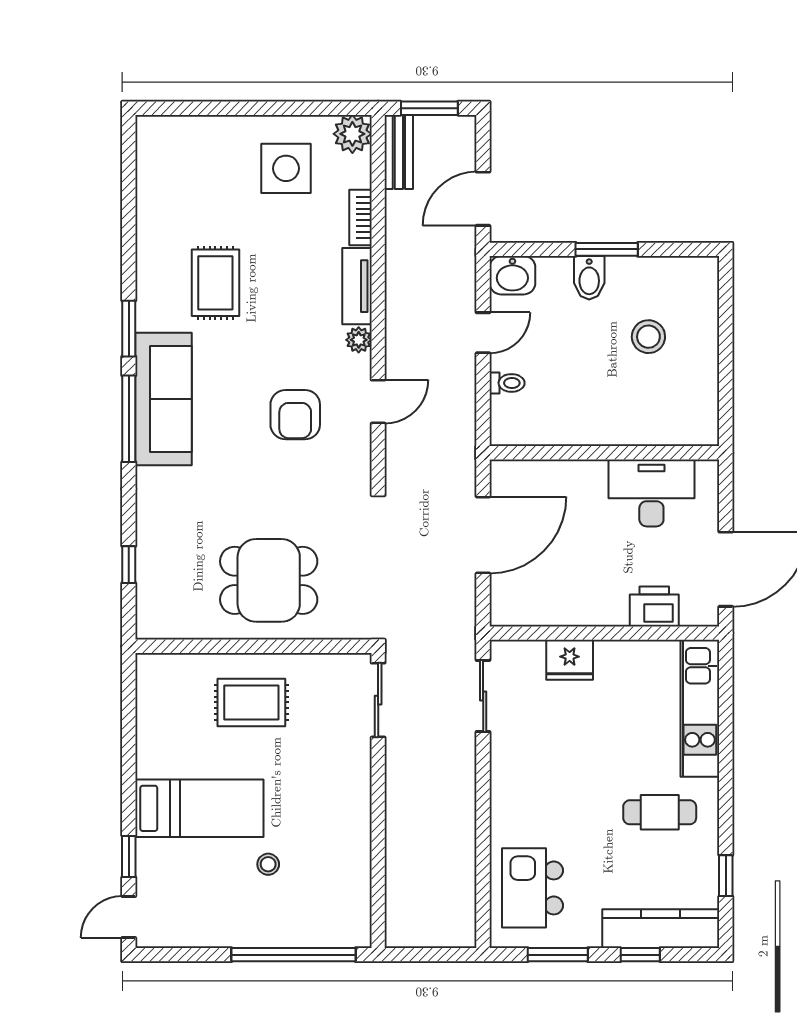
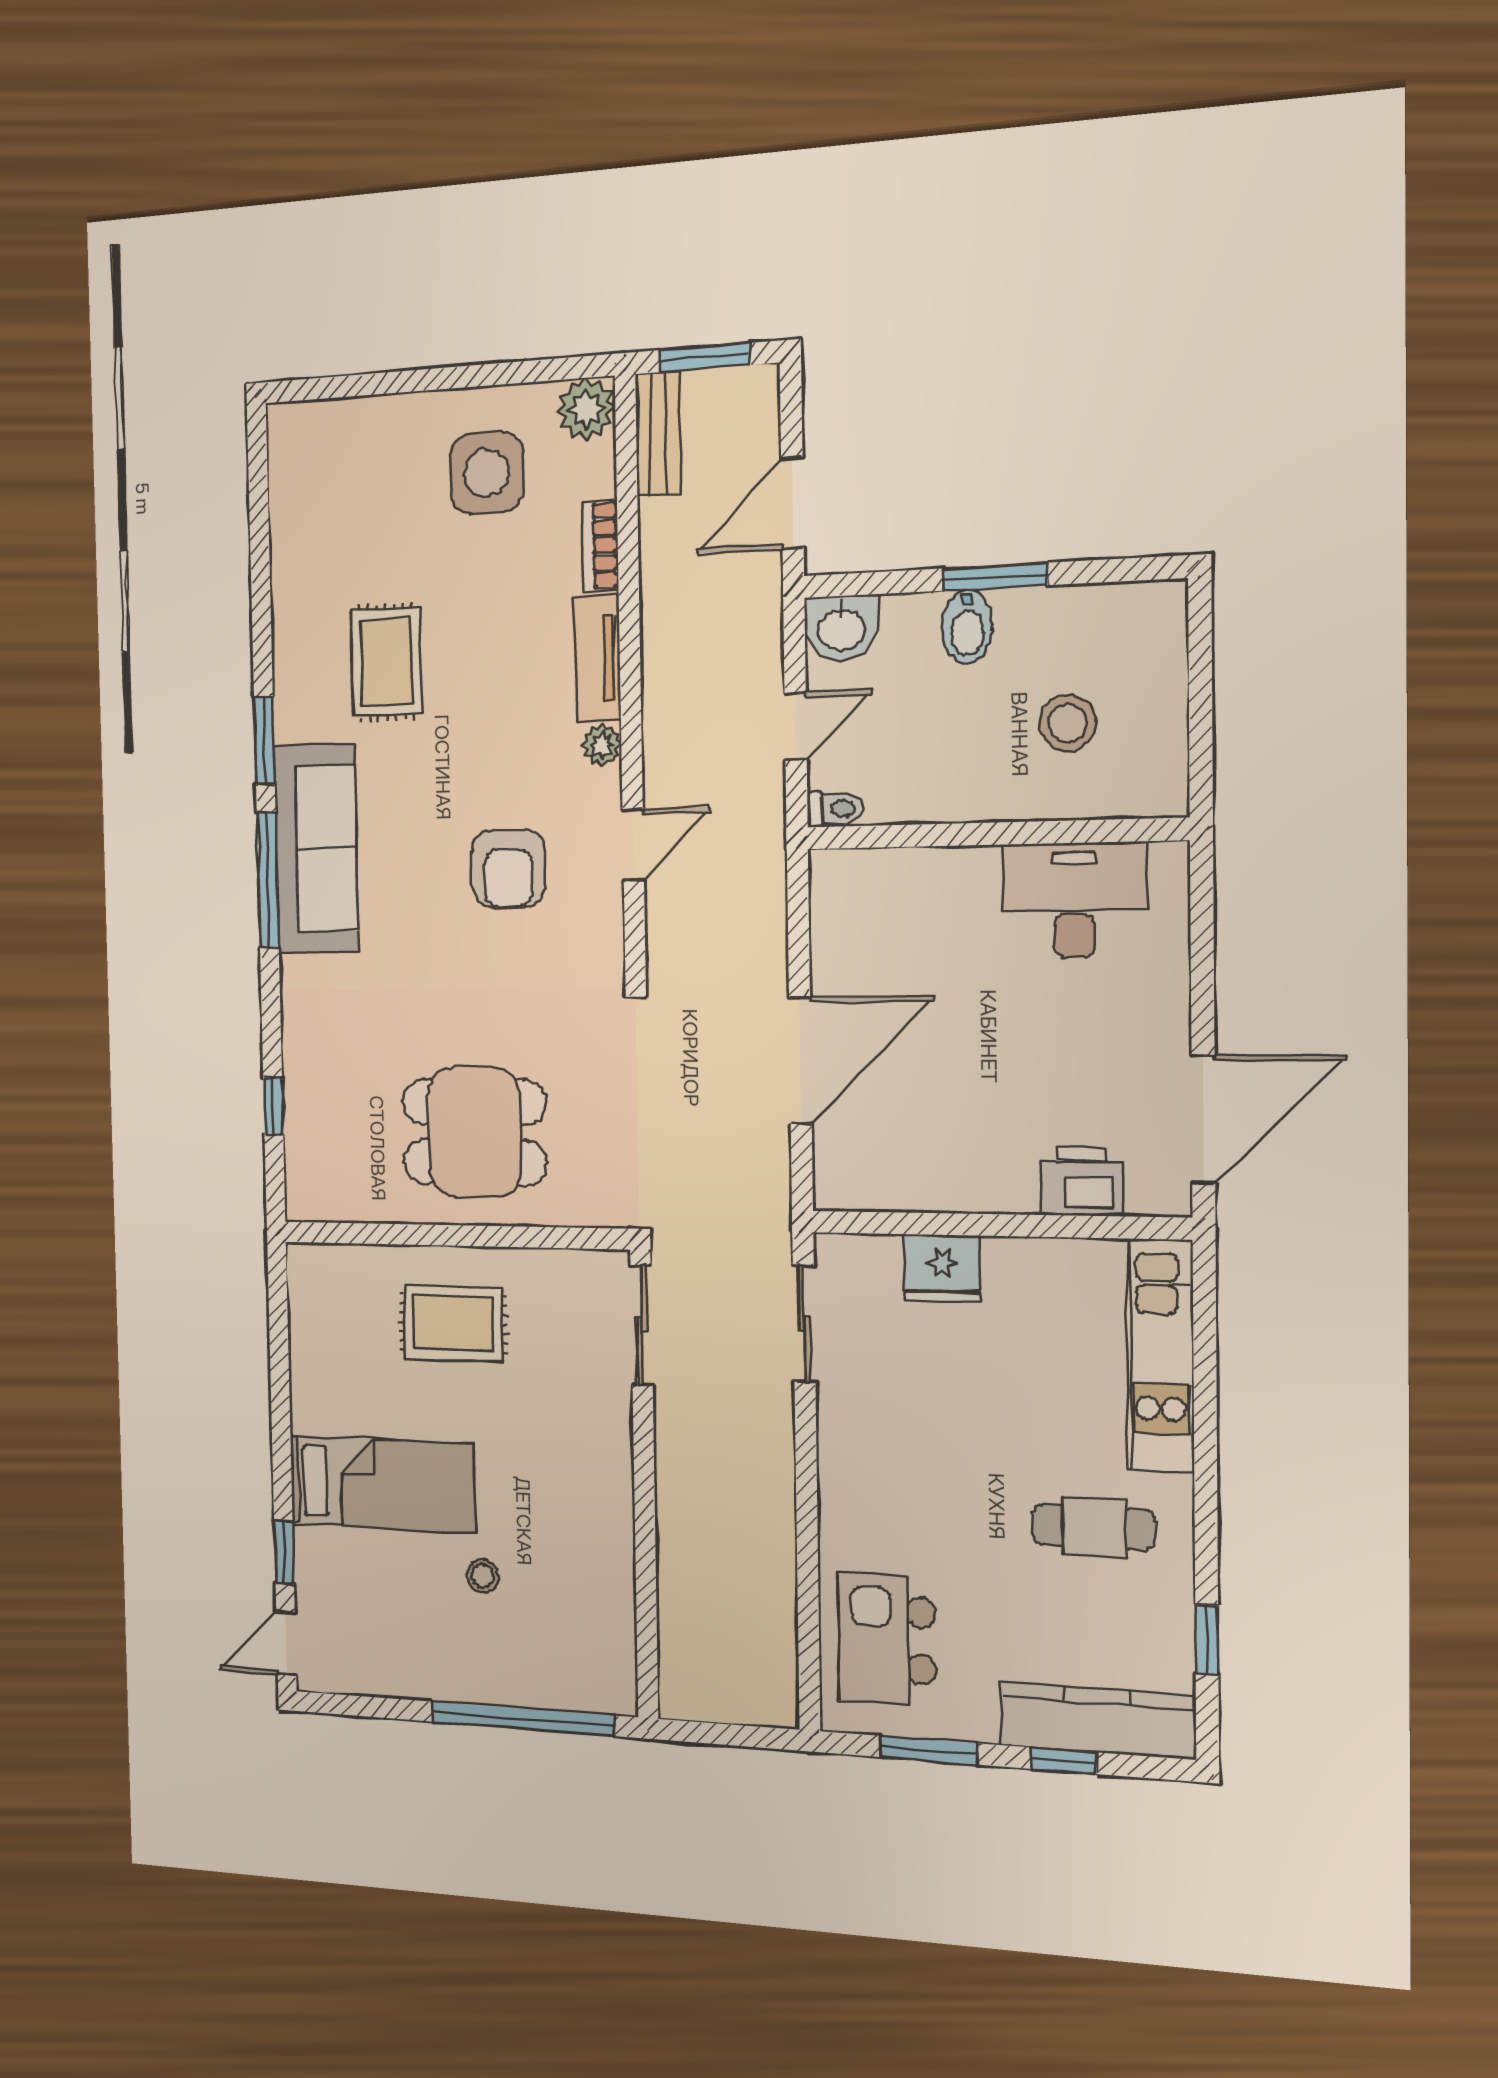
wall: (604, 453) -> (995, 834), moved
desk: (651, 493) -> (1074, 900), moved

